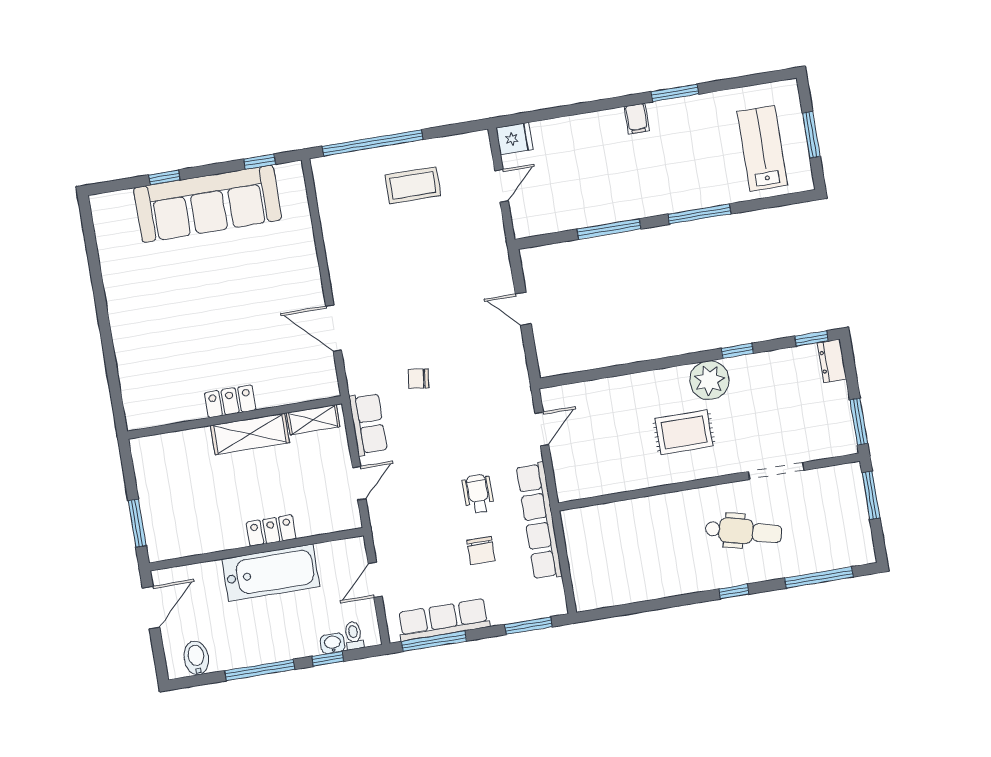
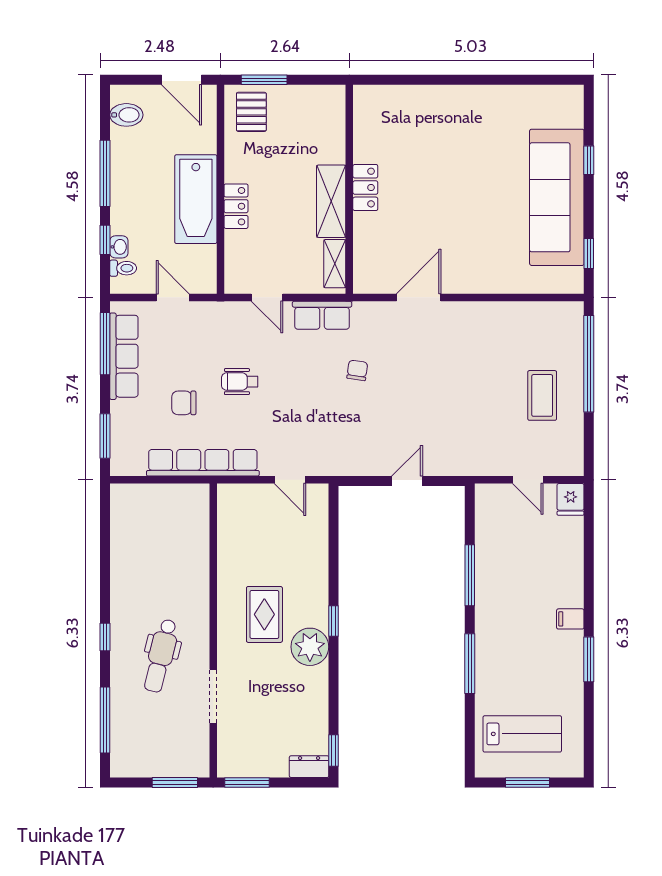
window: (737, 351) -> (334, 621), moved
wheelchair: (478, 494) -> (240, 382), moved, turned 180
pallet: (172, 531) -> (251, 112), added

